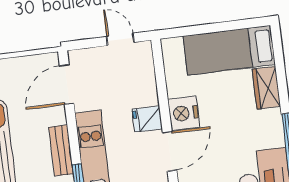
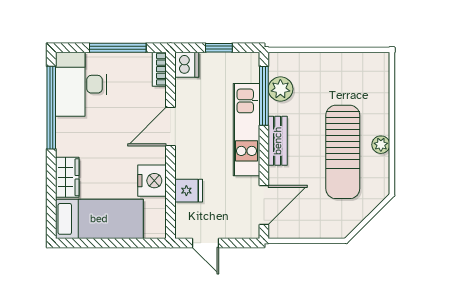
nightstand: (184, 113) -> (152, 181), moved
fridge: (147, 119) -> (189, 191), moved

